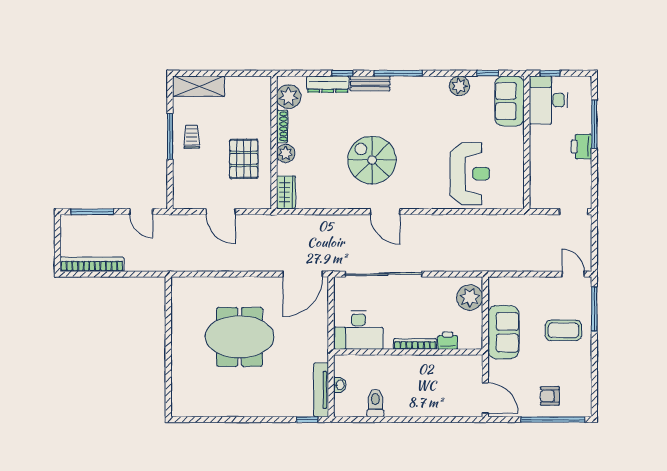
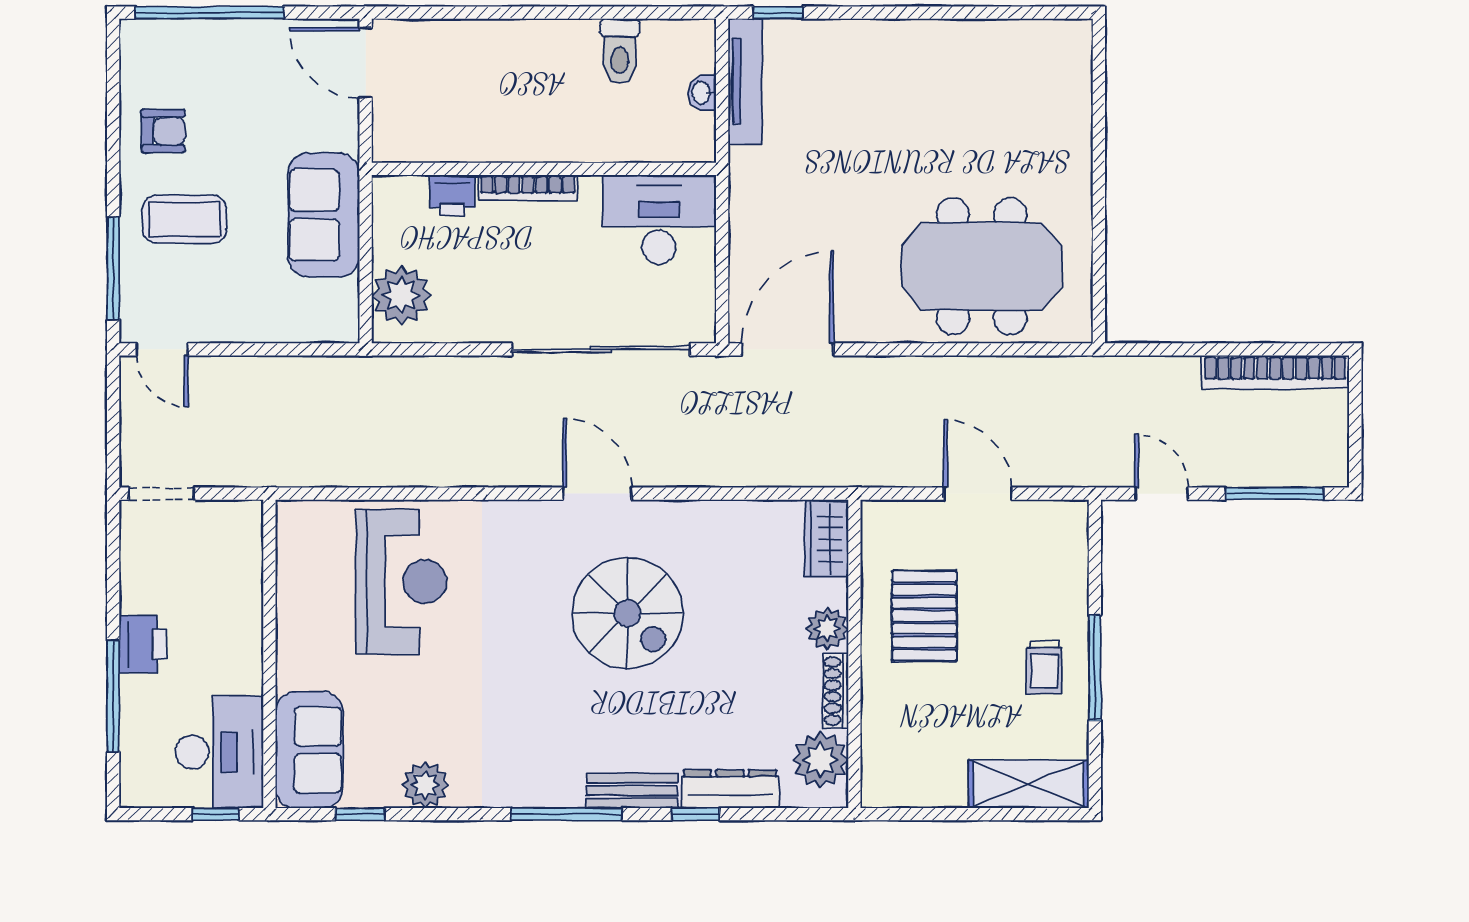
reception desk: (470, 174) -> (401, 582), turned 180
meeting table: (240, 337) -> (982, 266), moved
armchair: (550, 396) -> (163, 131), moved

